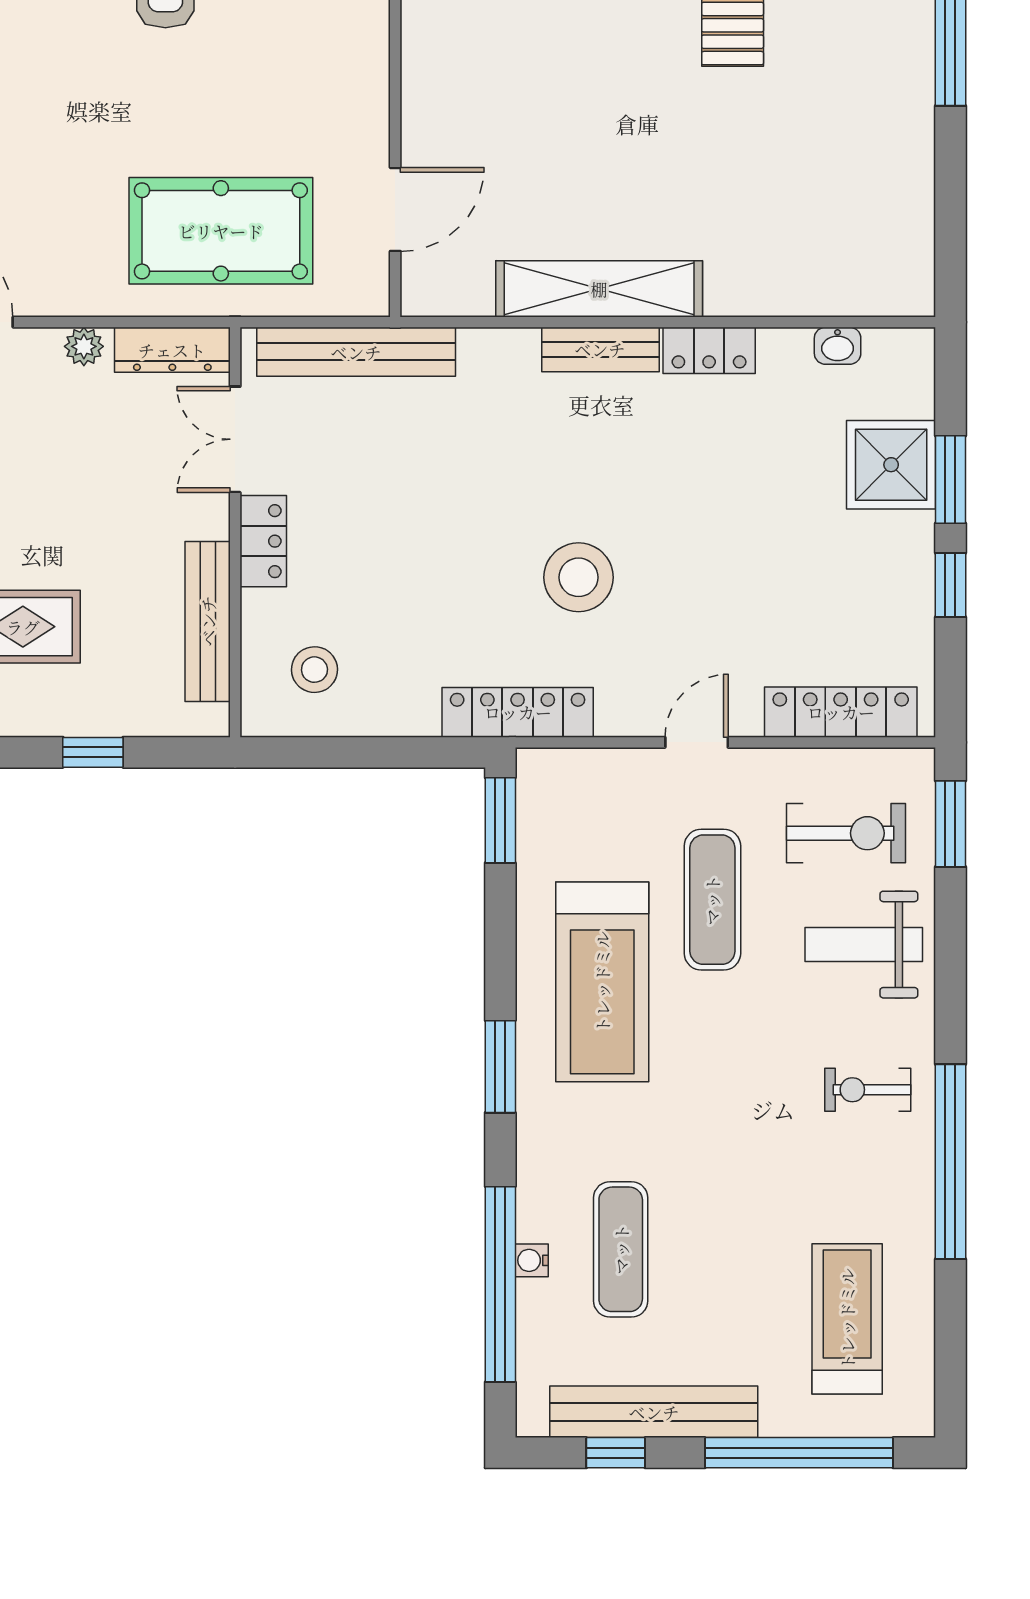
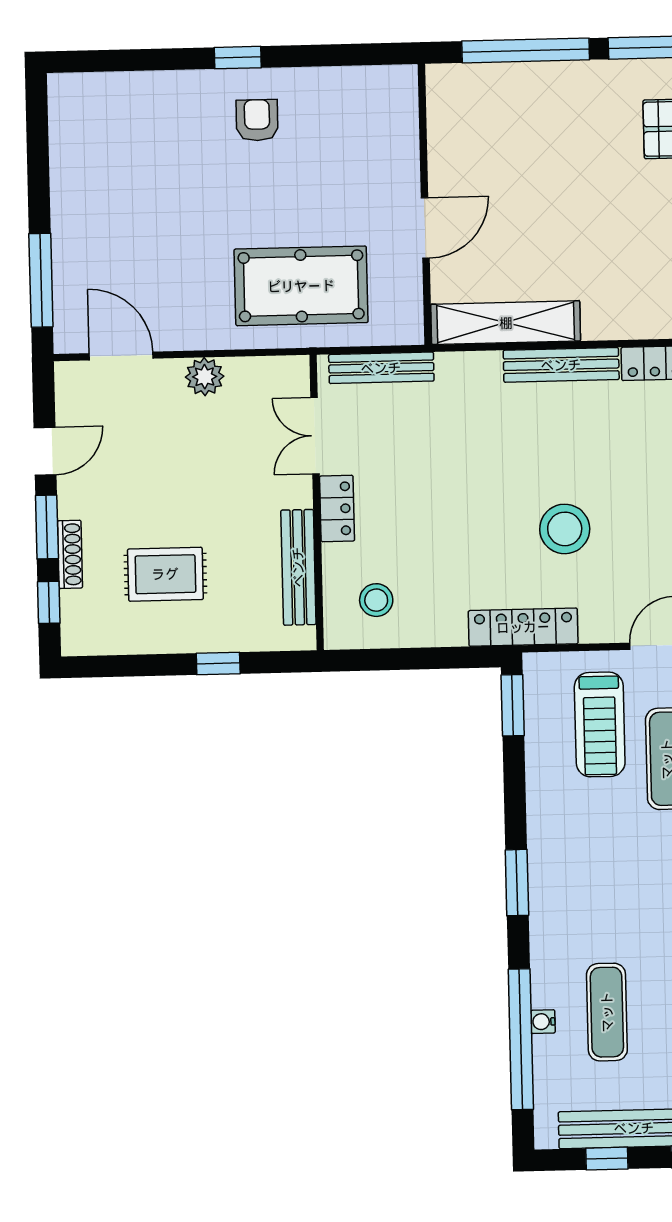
door: (395, 209) -> (425, 228), moved
shelving: (599, 289) -> (506, 323), moved
plant: (84, 346) -> (205, 377), width x1.38, depth x1.38
bench: (600, 349) -> (561, 365), width x1.36
dresser: (172, 350) -> (268, 372), removed
bench: (356, 352) -> (381, 368), width x0.73, depth x0.82
treadmill: (602, 982) -> (600, 724), moved, width x0.73, depth x0.73

